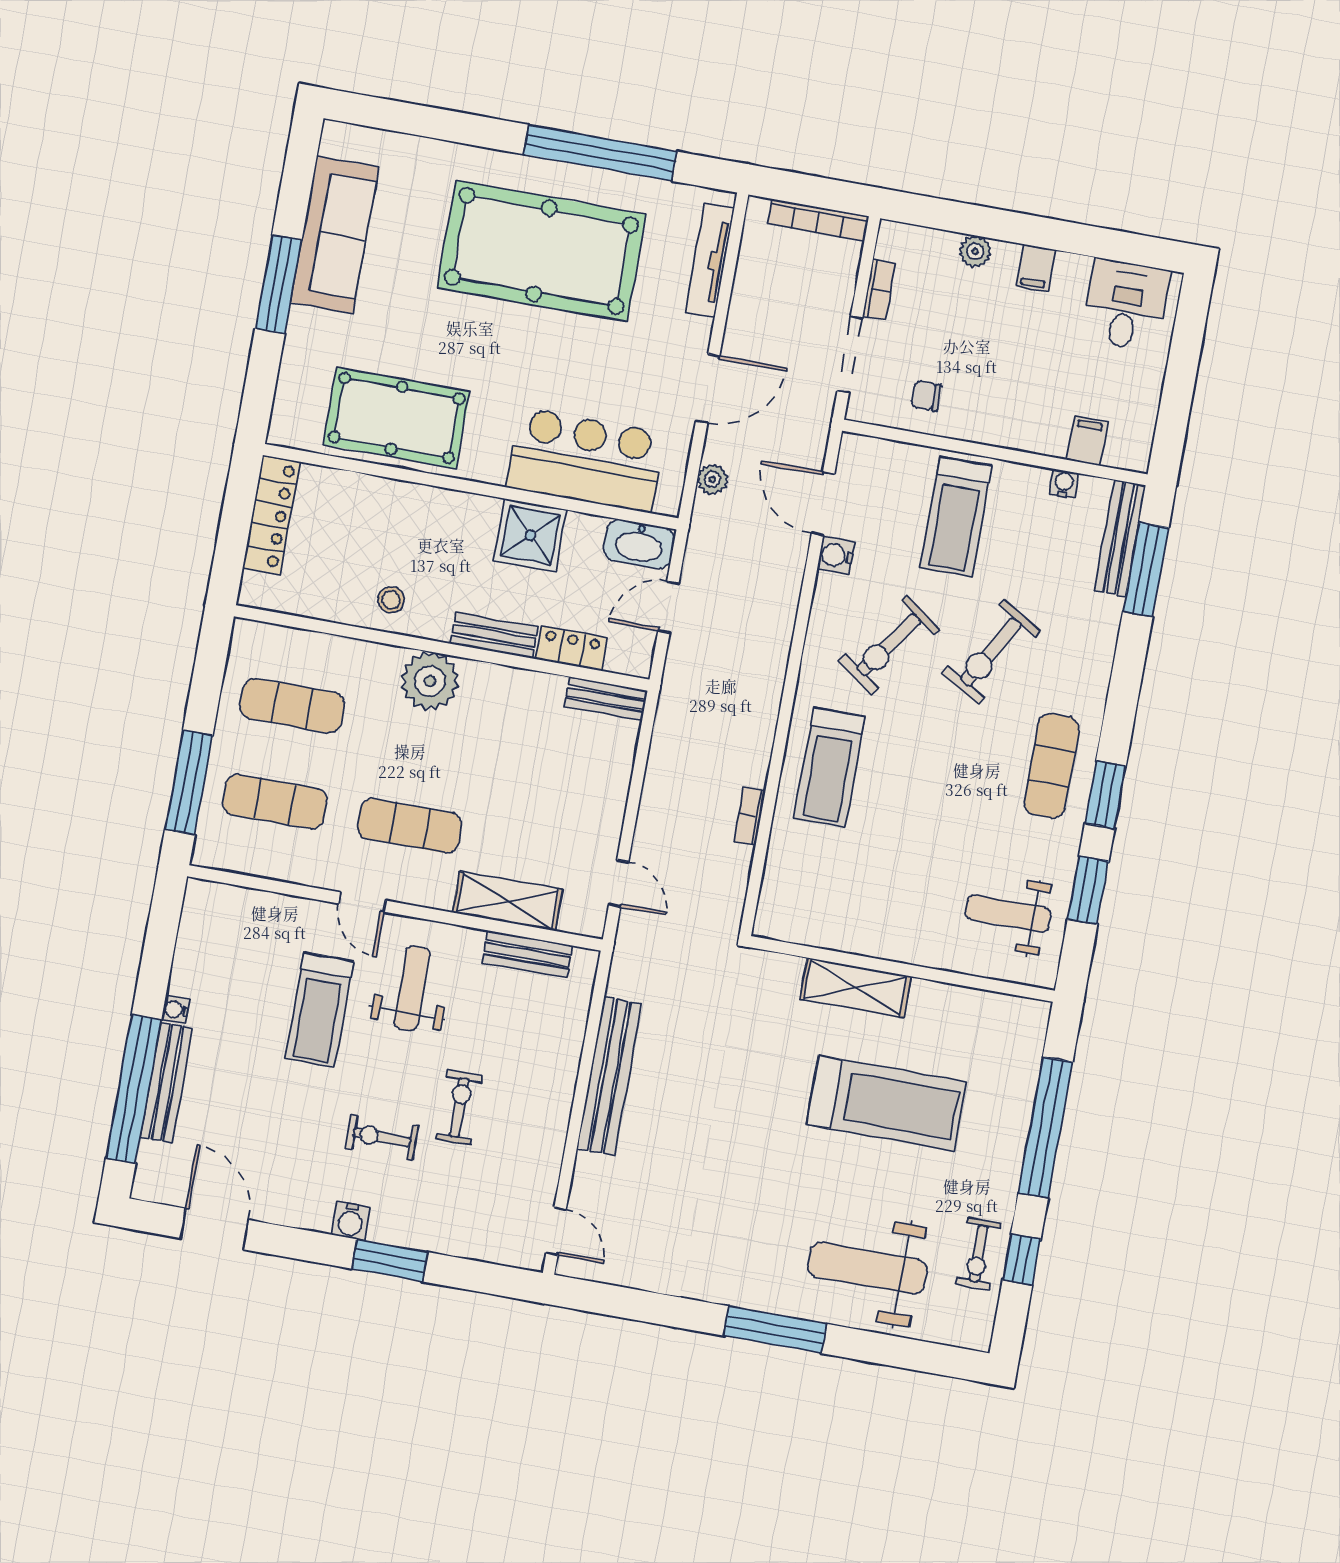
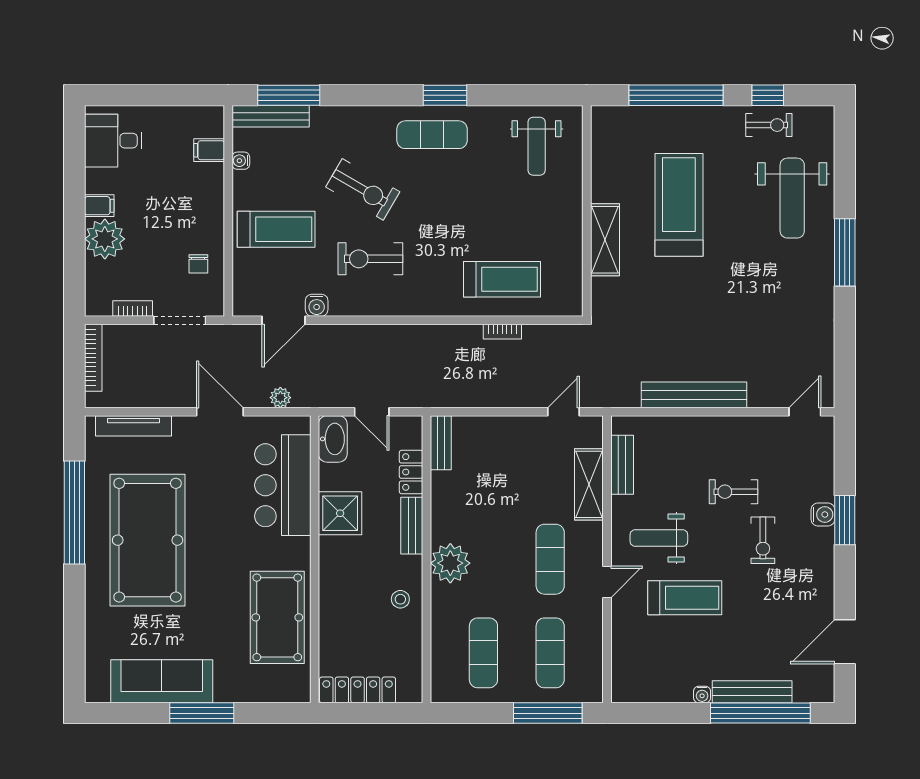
plant: (975, 251) -> (105, 239), width x1.87, depth x1.87
exercise bike: (889, 645) -> (370, 259), turned 144
treadmill: (829, 767) -> (502, 279), moved
window: (1088, 890) -> (511, 95), removed
water cooler: (351, 1221) -> (823, 515), moved

